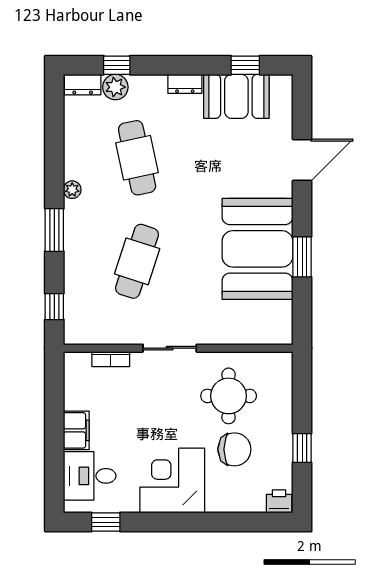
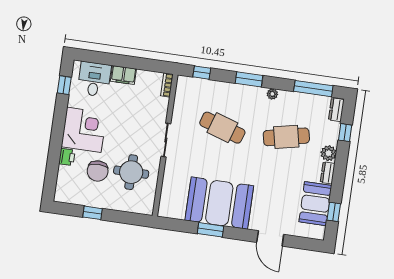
plant: (115, 87) -> (328, 153), moved
window: (54, 126) -> (313, 89), added
bookcase: (111, 359) -> (167, 85), moved
printer: (279, 501) -> (67, 157), moved

